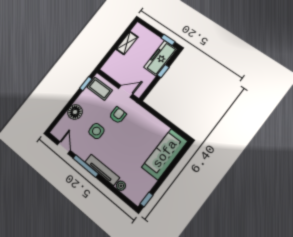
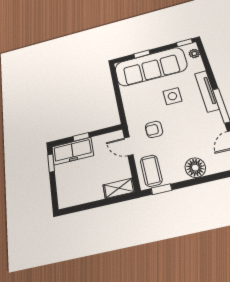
shelving: (127, 43) -> (119, 188), moved
side table: (96, 131) -> (172, 96), moved
sofa: (165, 154) -> (151, 67), width x1.36, depth x1.27
window: (173, 165) -> (142, 54), added
plant: (121, 186) -> (194, 54), moved

